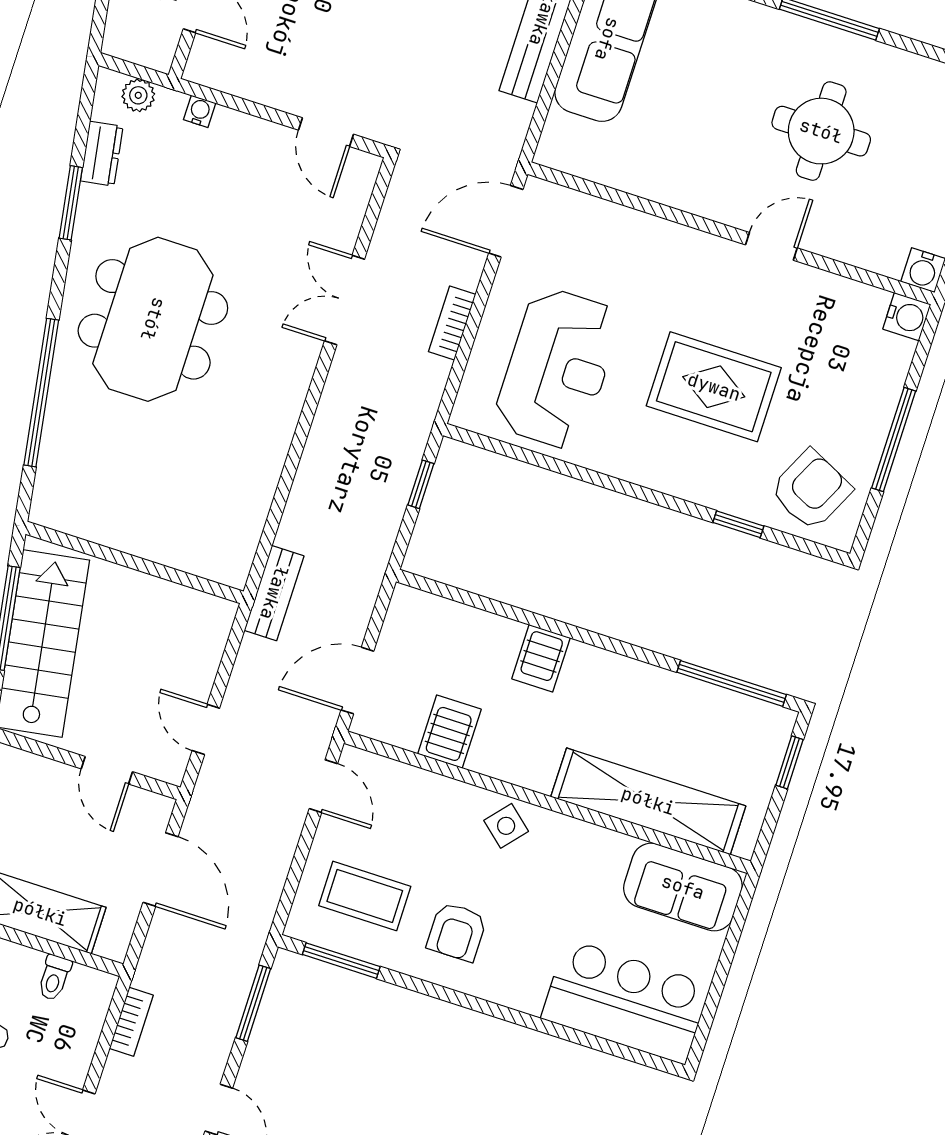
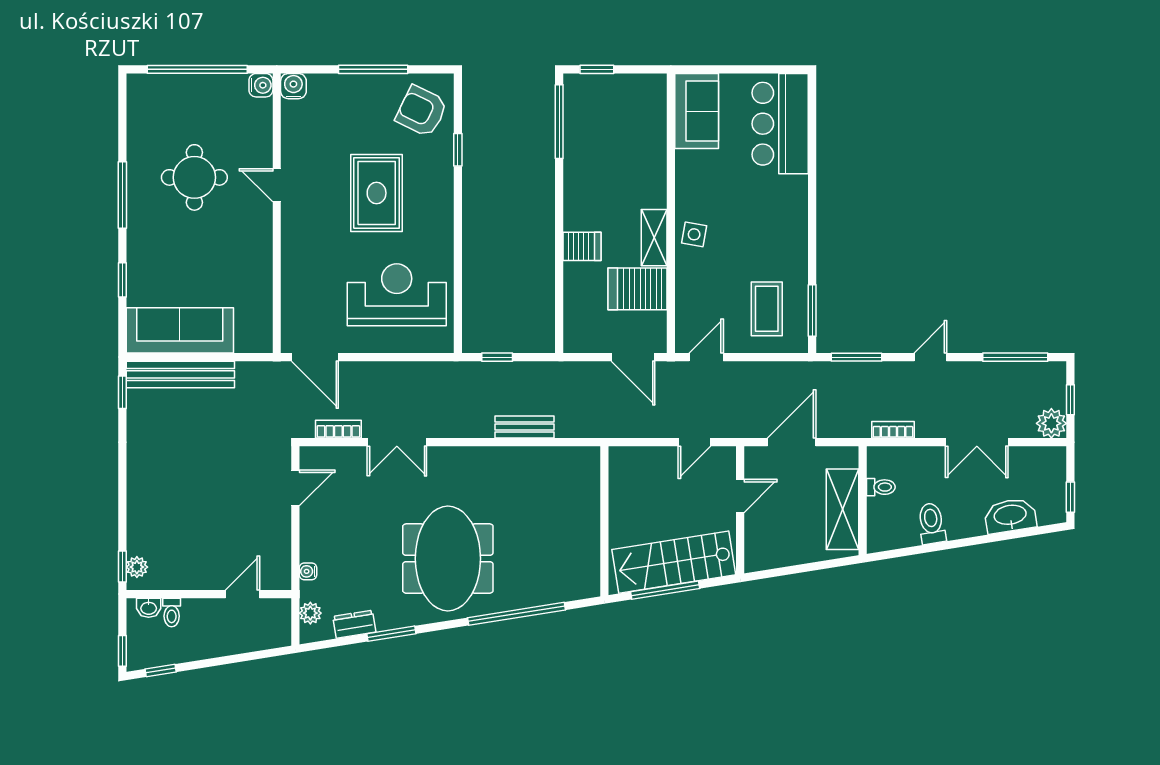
meeting table: (153, 319) -> (448, 559), turned 90
bookcase: (452, 323) -> (338, 429), moved, turned 180
bench: (274, 593) -> (525, 427), moved
server rack: (449, 732) -> (637, 289), width x1.36, depth x1.44
shelving: (648, 801) -> (654, 238), moved, width x0.45, depth x0.75
side table: (506, 826) -> (694, 234), turned -31
armchair: (457, 932) -> (771, 244), removed

